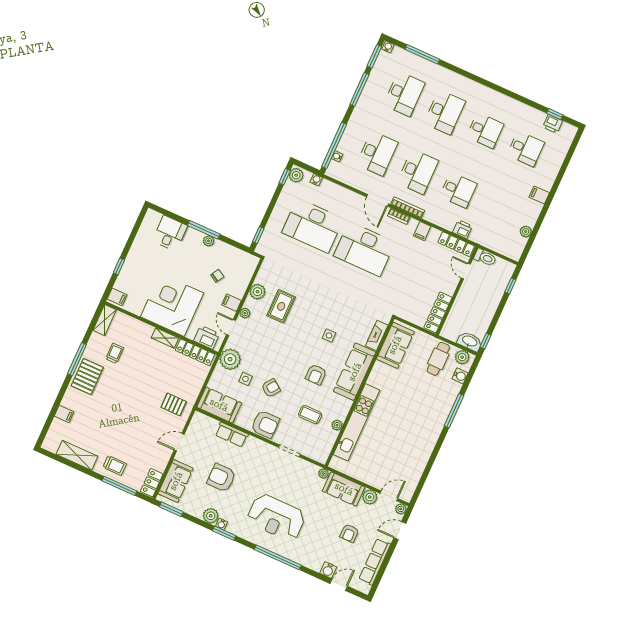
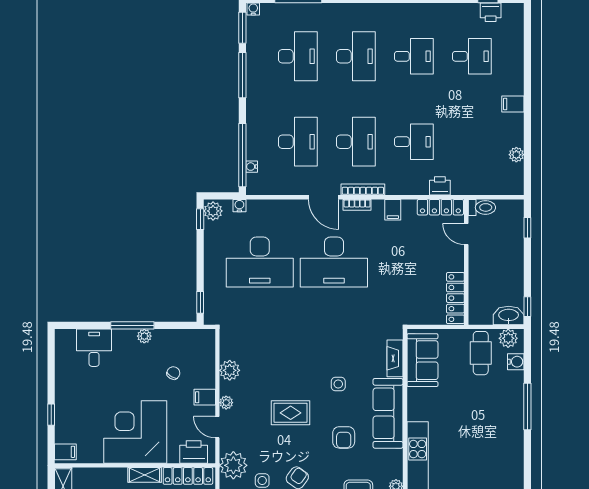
rug: (281, 306) -> (291, 413), moved, turned 90

